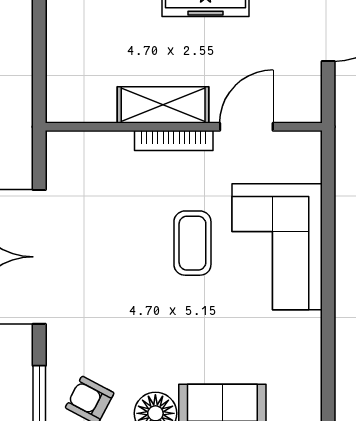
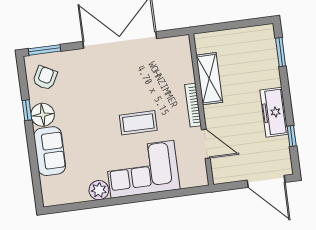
shelving: (163, 105) -> (209, 79), moved
plant: (304, 330) -> (99, 190), added

